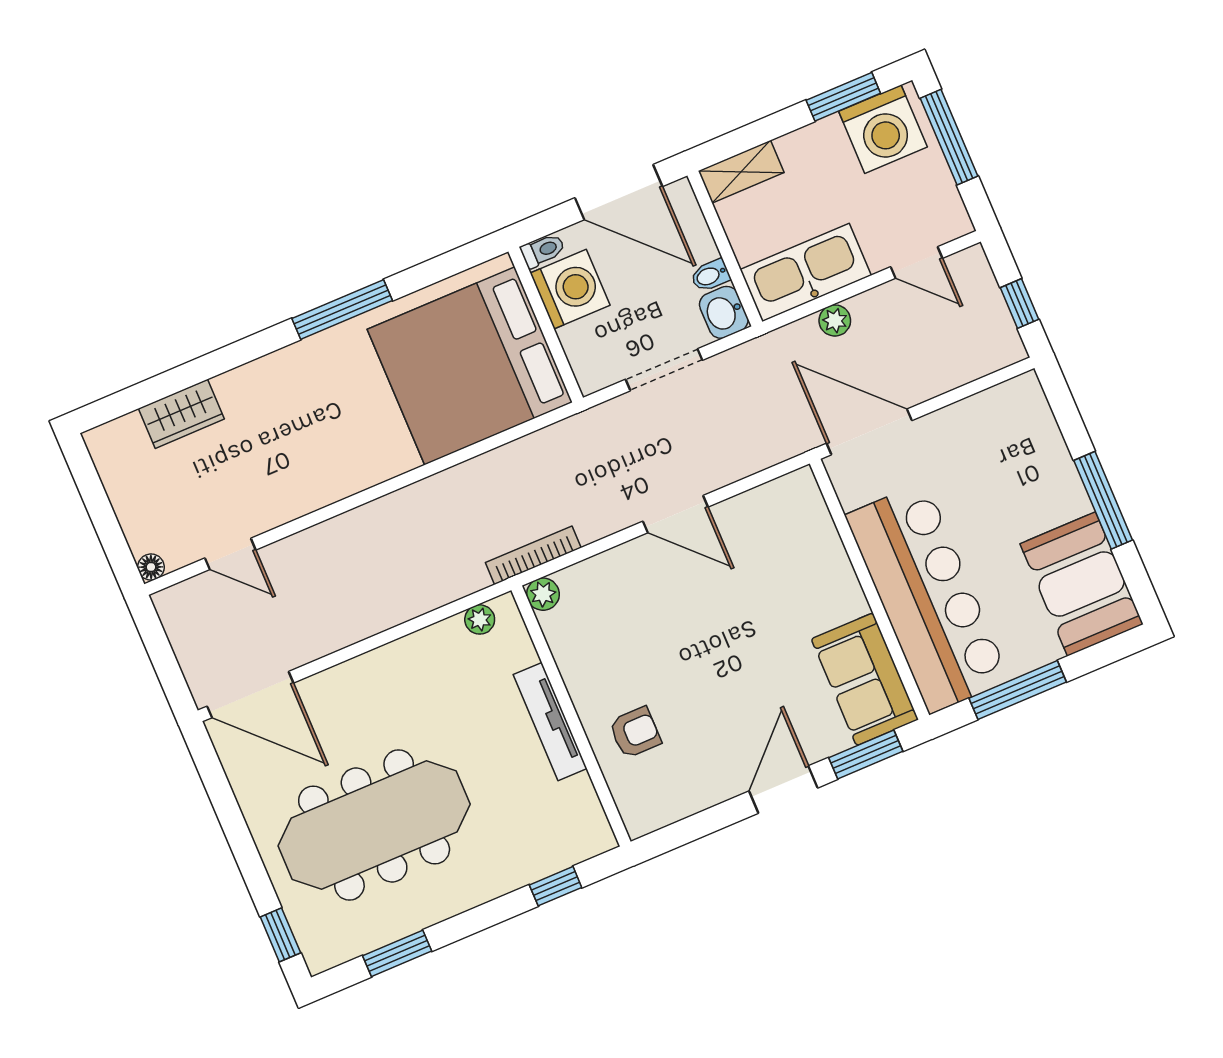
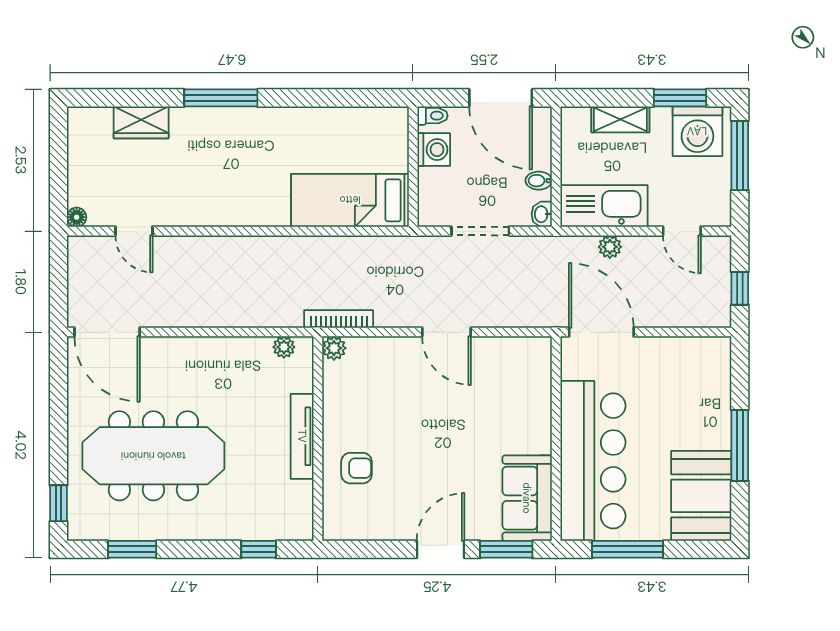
shelving: (741, 172) -> (620, 119), moved
washing machine: (570, 289) -> (434, 150), width x0.73, depth x0.73
window: (342, 309) -> (221, 98), moved
washbasin: (724, 312) -> (542, 214), width x0.72, depth x0.69
bed: (470, 366) -> (350, 200), width x0.49

